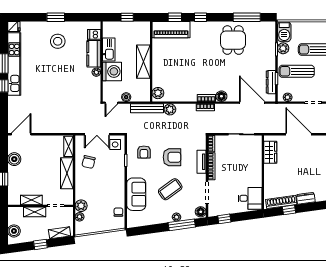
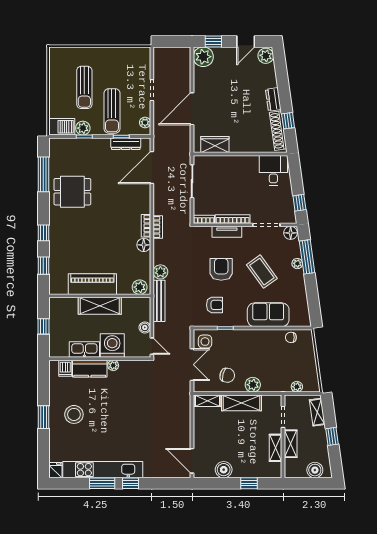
piano: (171, 30) -> (92, 284), moved, turned -90
floor lamp: (221, 96) -> (144, 245), moved
plant: (81, 206) -> (253, 385), moved

